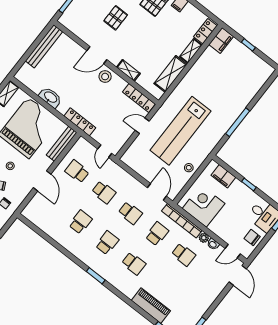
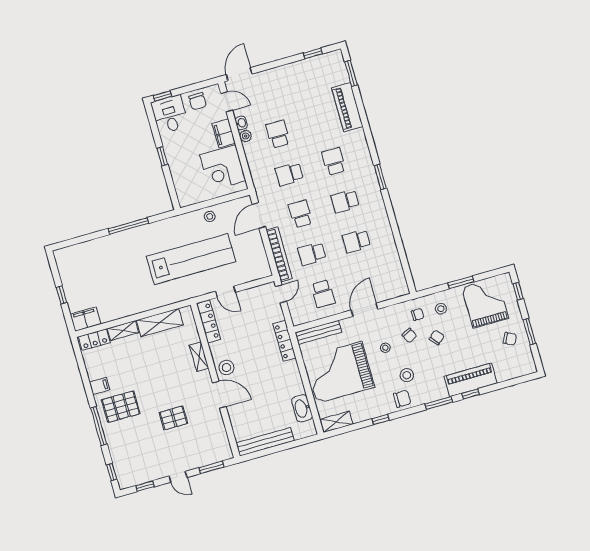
washbasin: (50, 97) -> (302, 408), moved
filing cabinet: (223, 176) -> (224, 133), moved, turned 180
school desk: (104, 192) -> (312, 254), turned -90
bookcase: (182, 221) -> (279, 254), moved

